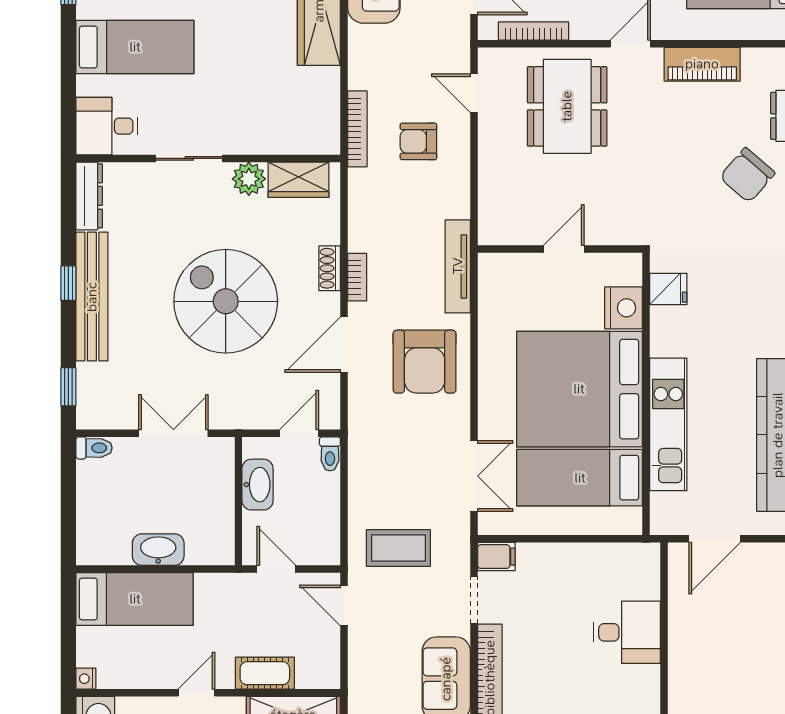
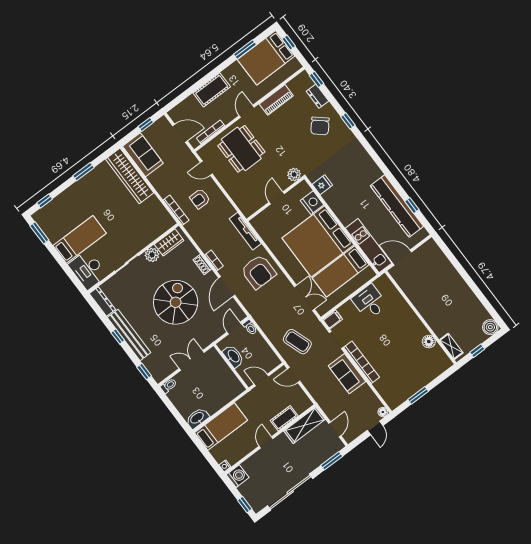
desk: (107, 126) -> (88, 270), width x1.37
plant: (630, 230) -> (294, 175), added
spiral stairs: (226, 301) -> (176, 302), turned 90
kitchen unit: (668, 424) -> (368, 246), moved
door: (715, 539) -> (402, 257), swing flipped
coffee table: (398, 548) -> (297, 342), turned 71
washbasin: (158, 550) -> (197, 418), moved
desk: (627, 632) -> (370, 302), moved, turned -90

